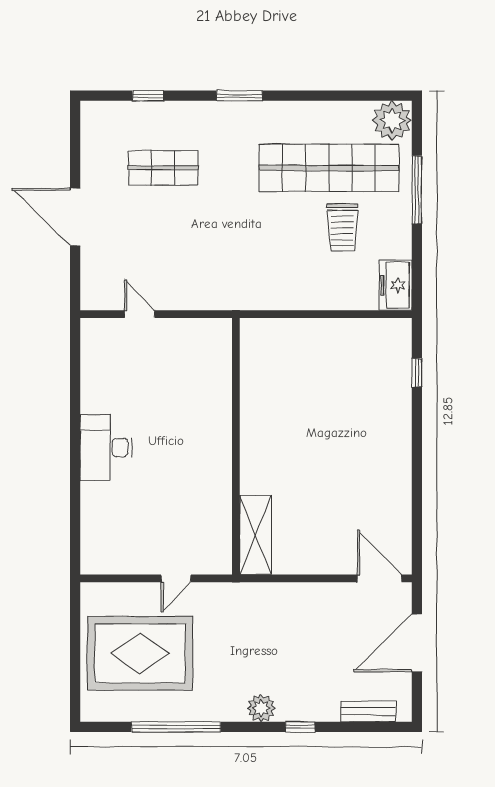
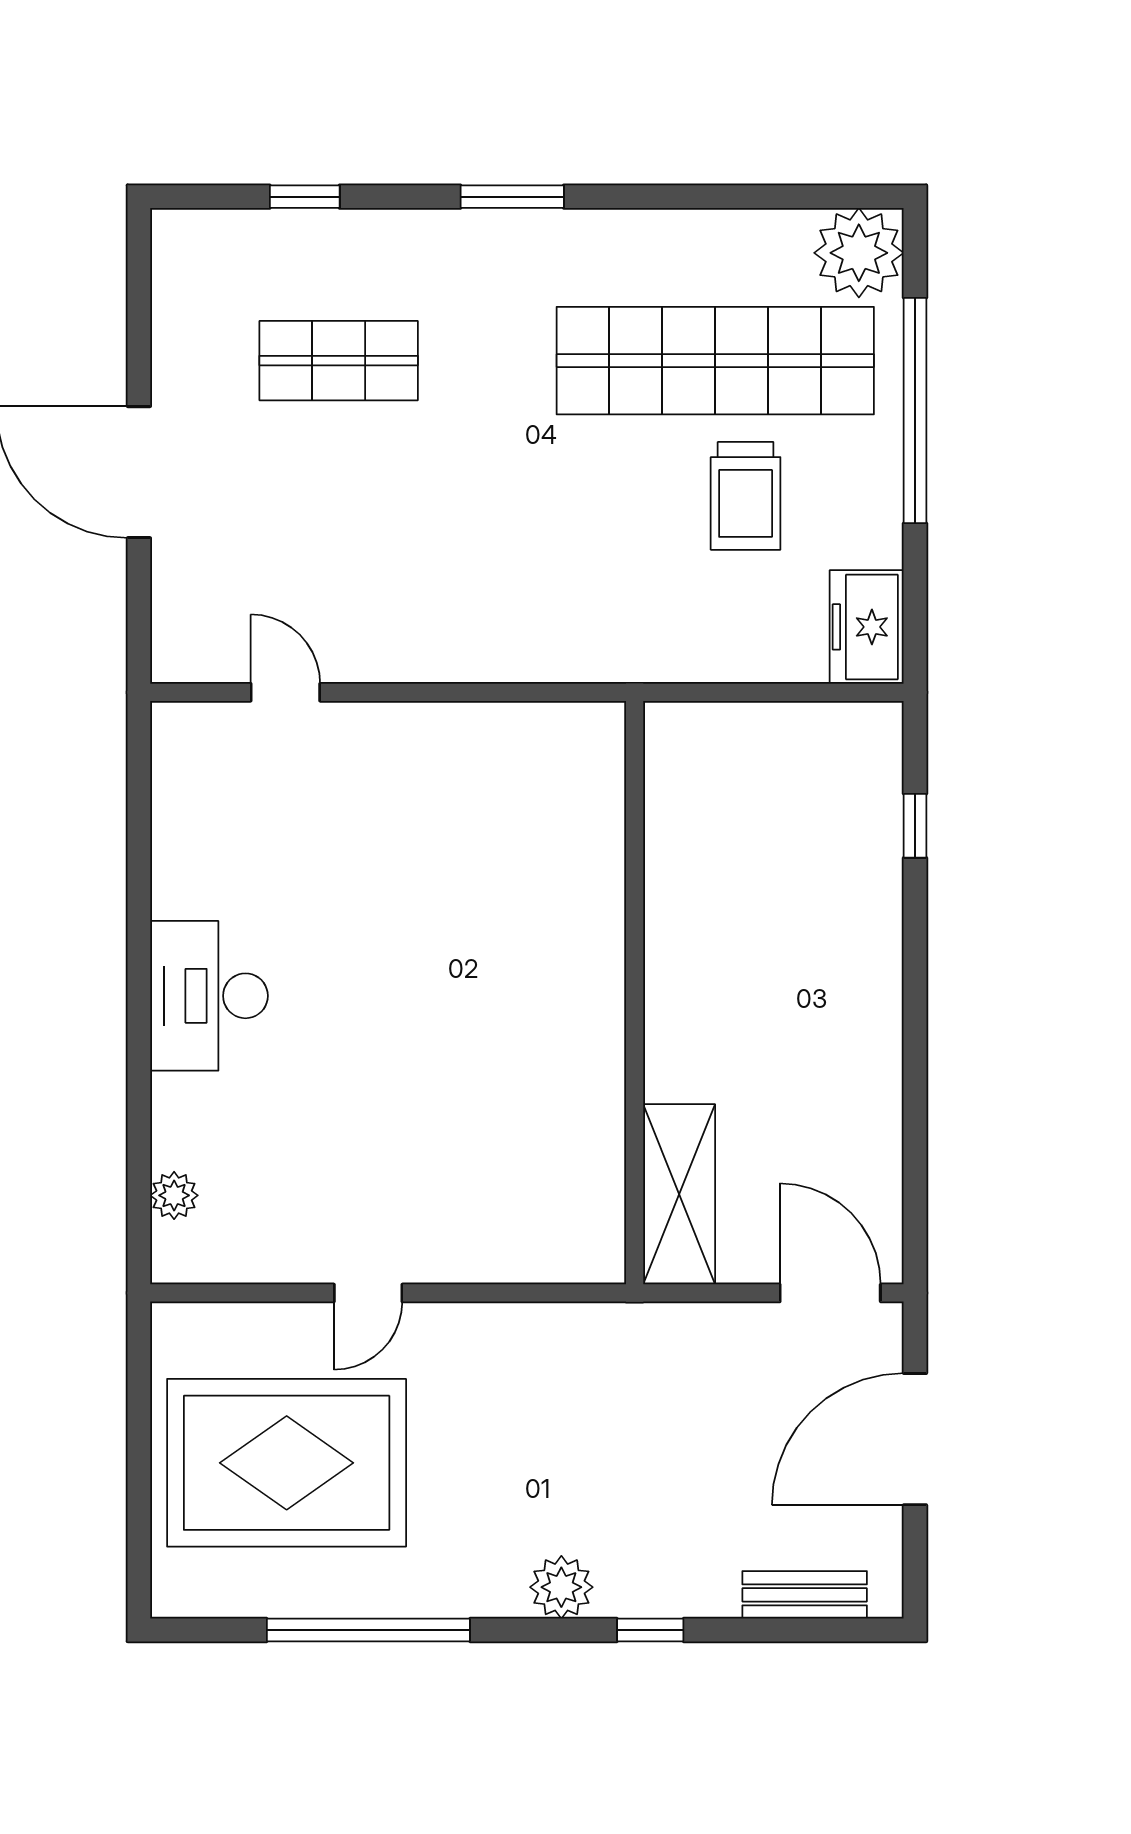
window: (417, 190) -> (915, 410), width x1.46
wall: (236, 446) -> (635, 993), moved
shelving: (256, 535) -> (679, 1194), moved
plant: (91, 536) -> (174, 1195), added

